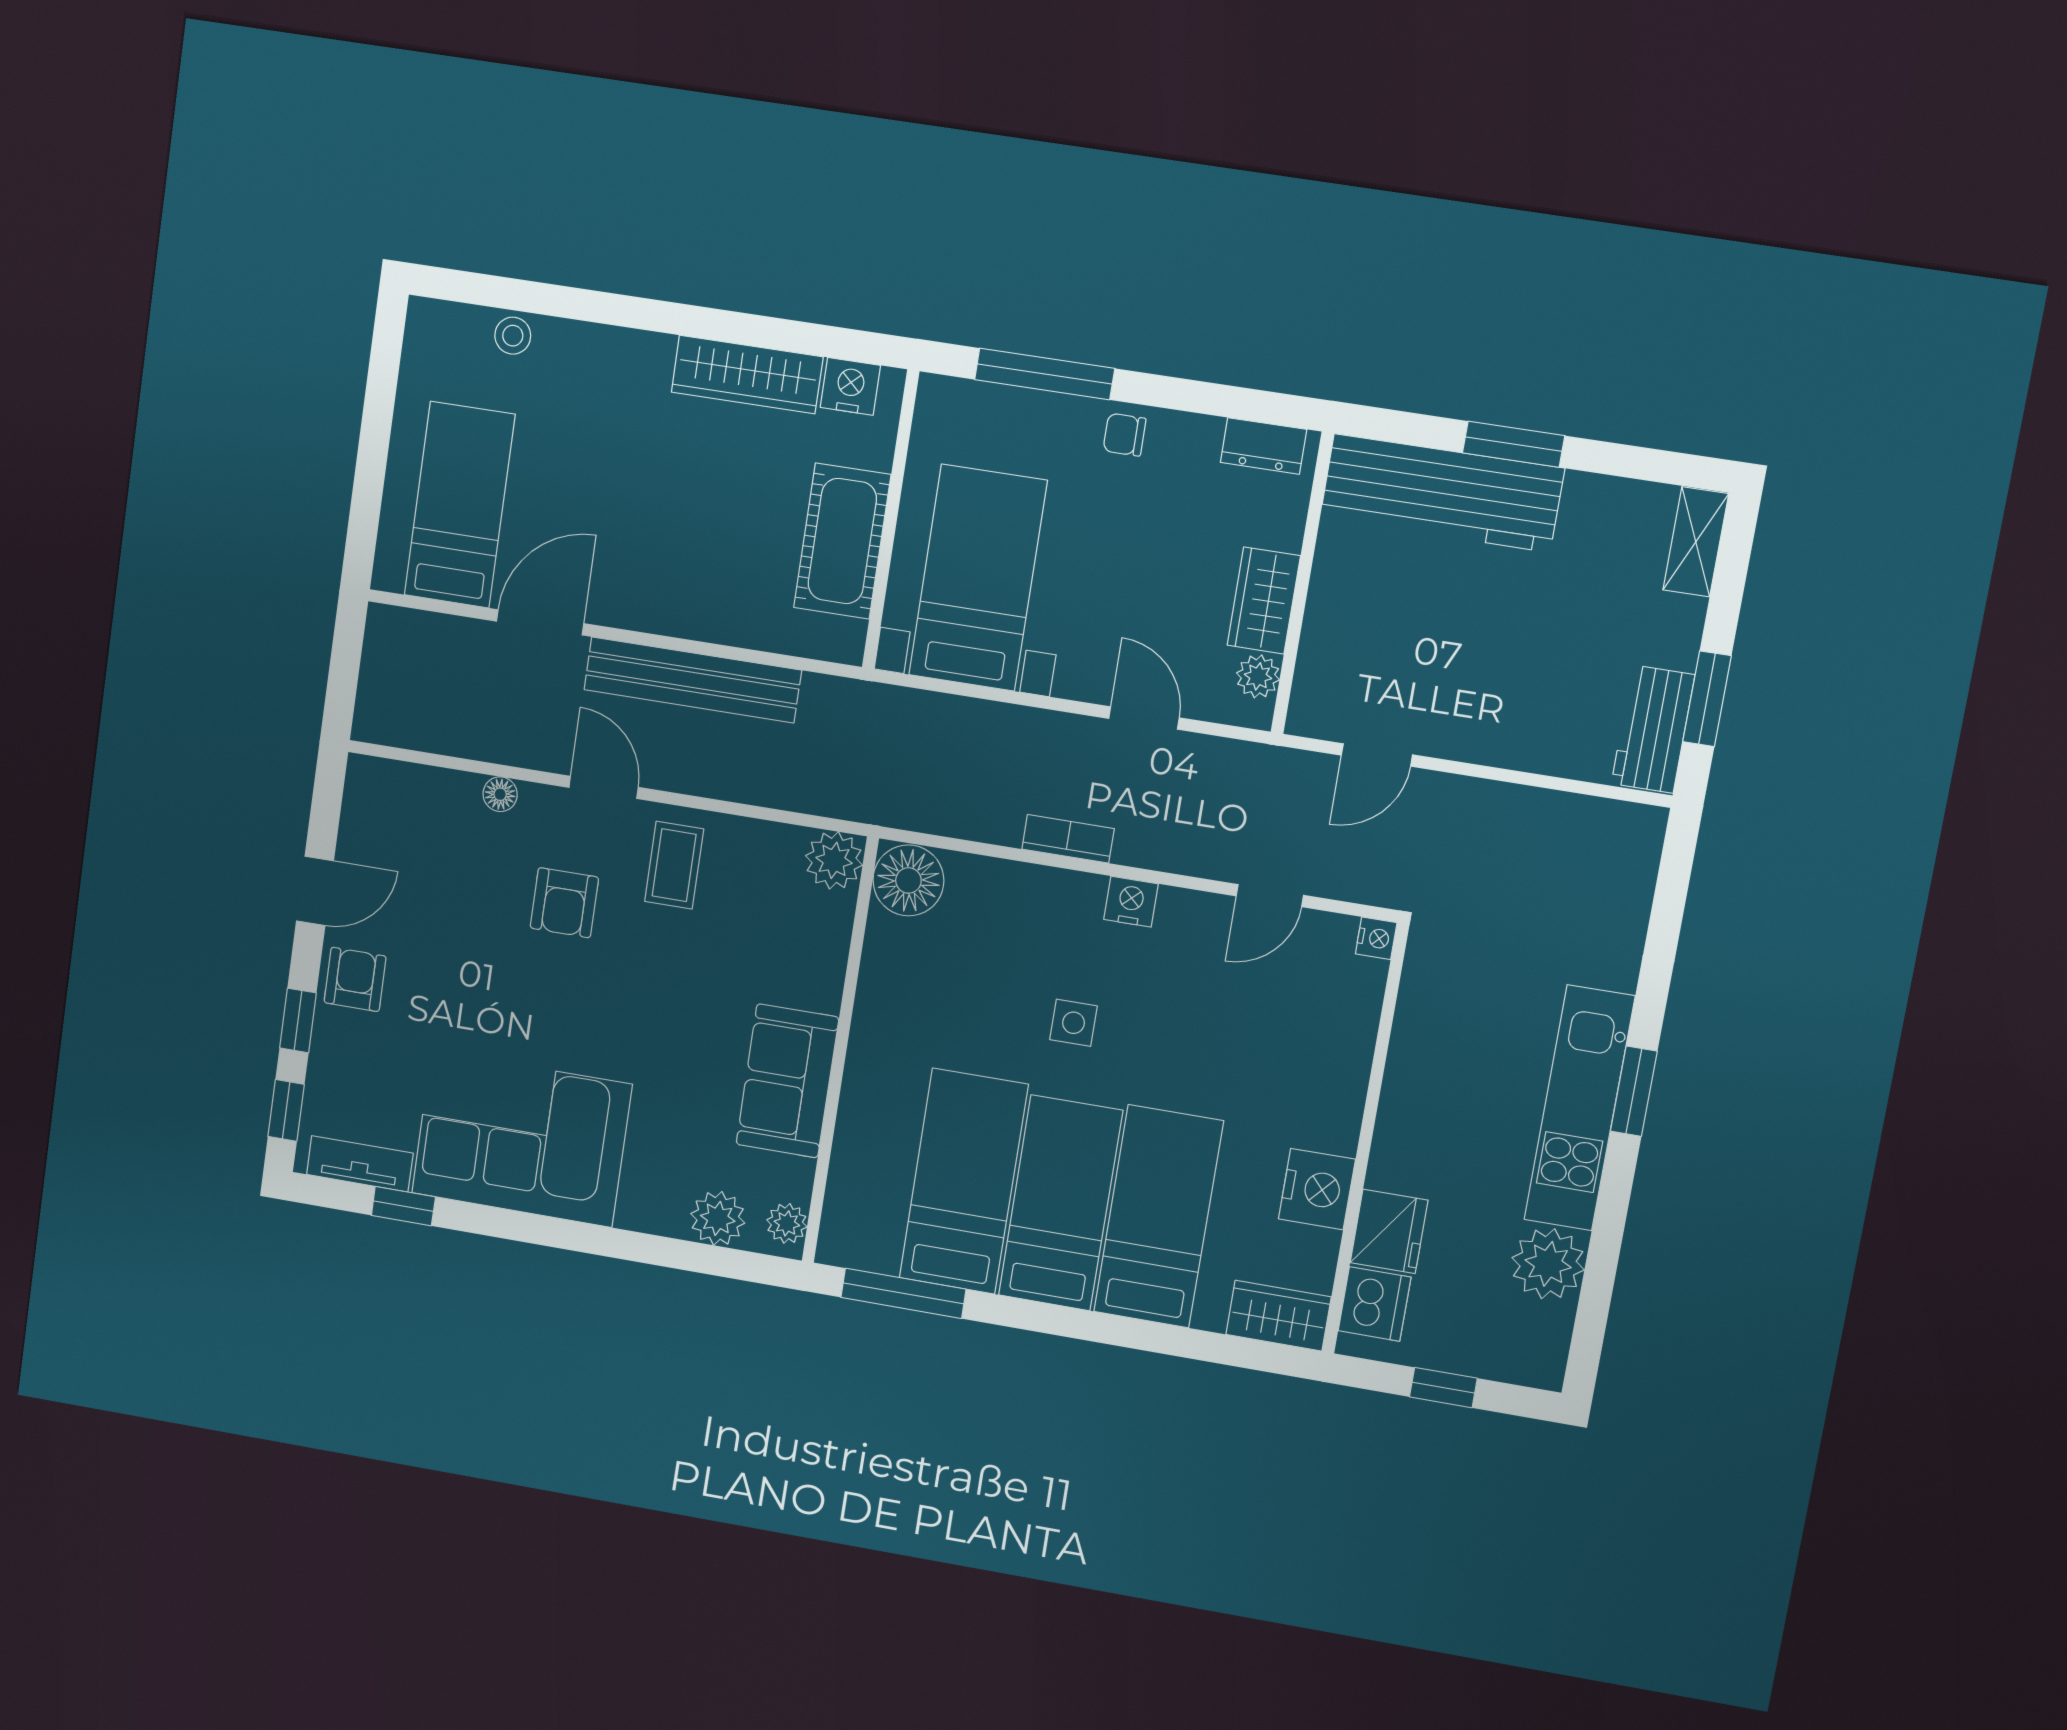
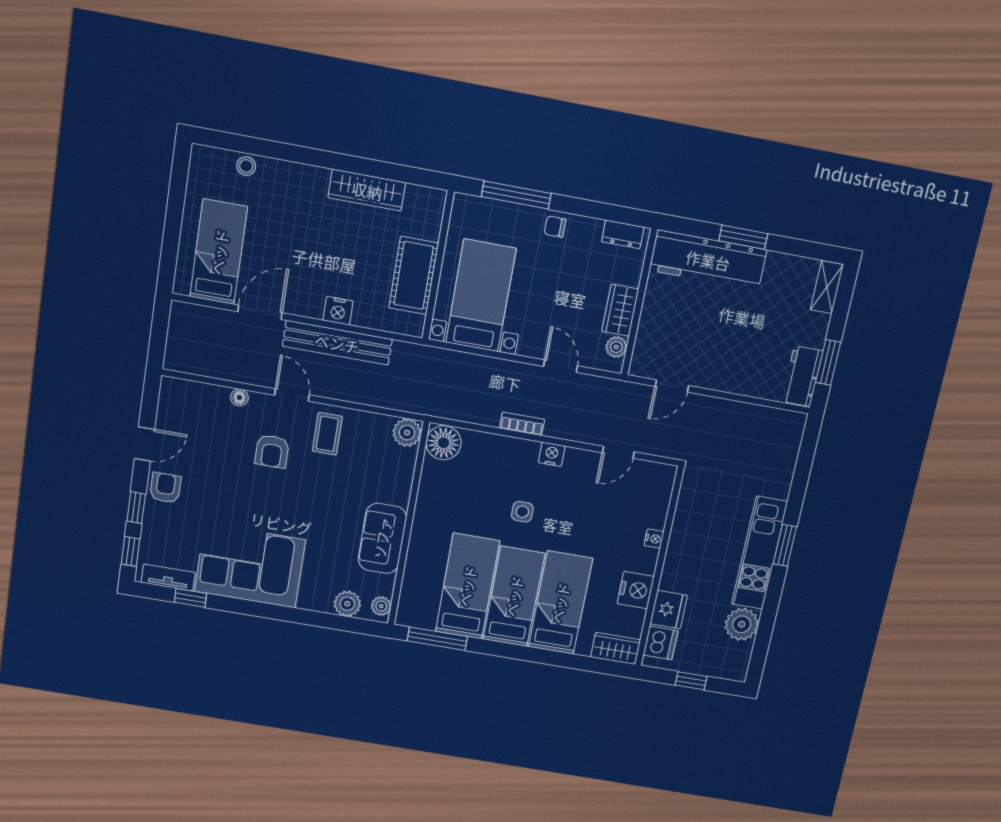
nightstand: (850, 386) -> (338, 311), moved, turned 180
nightstand: (1376, 938) -> (654, 539), moved

